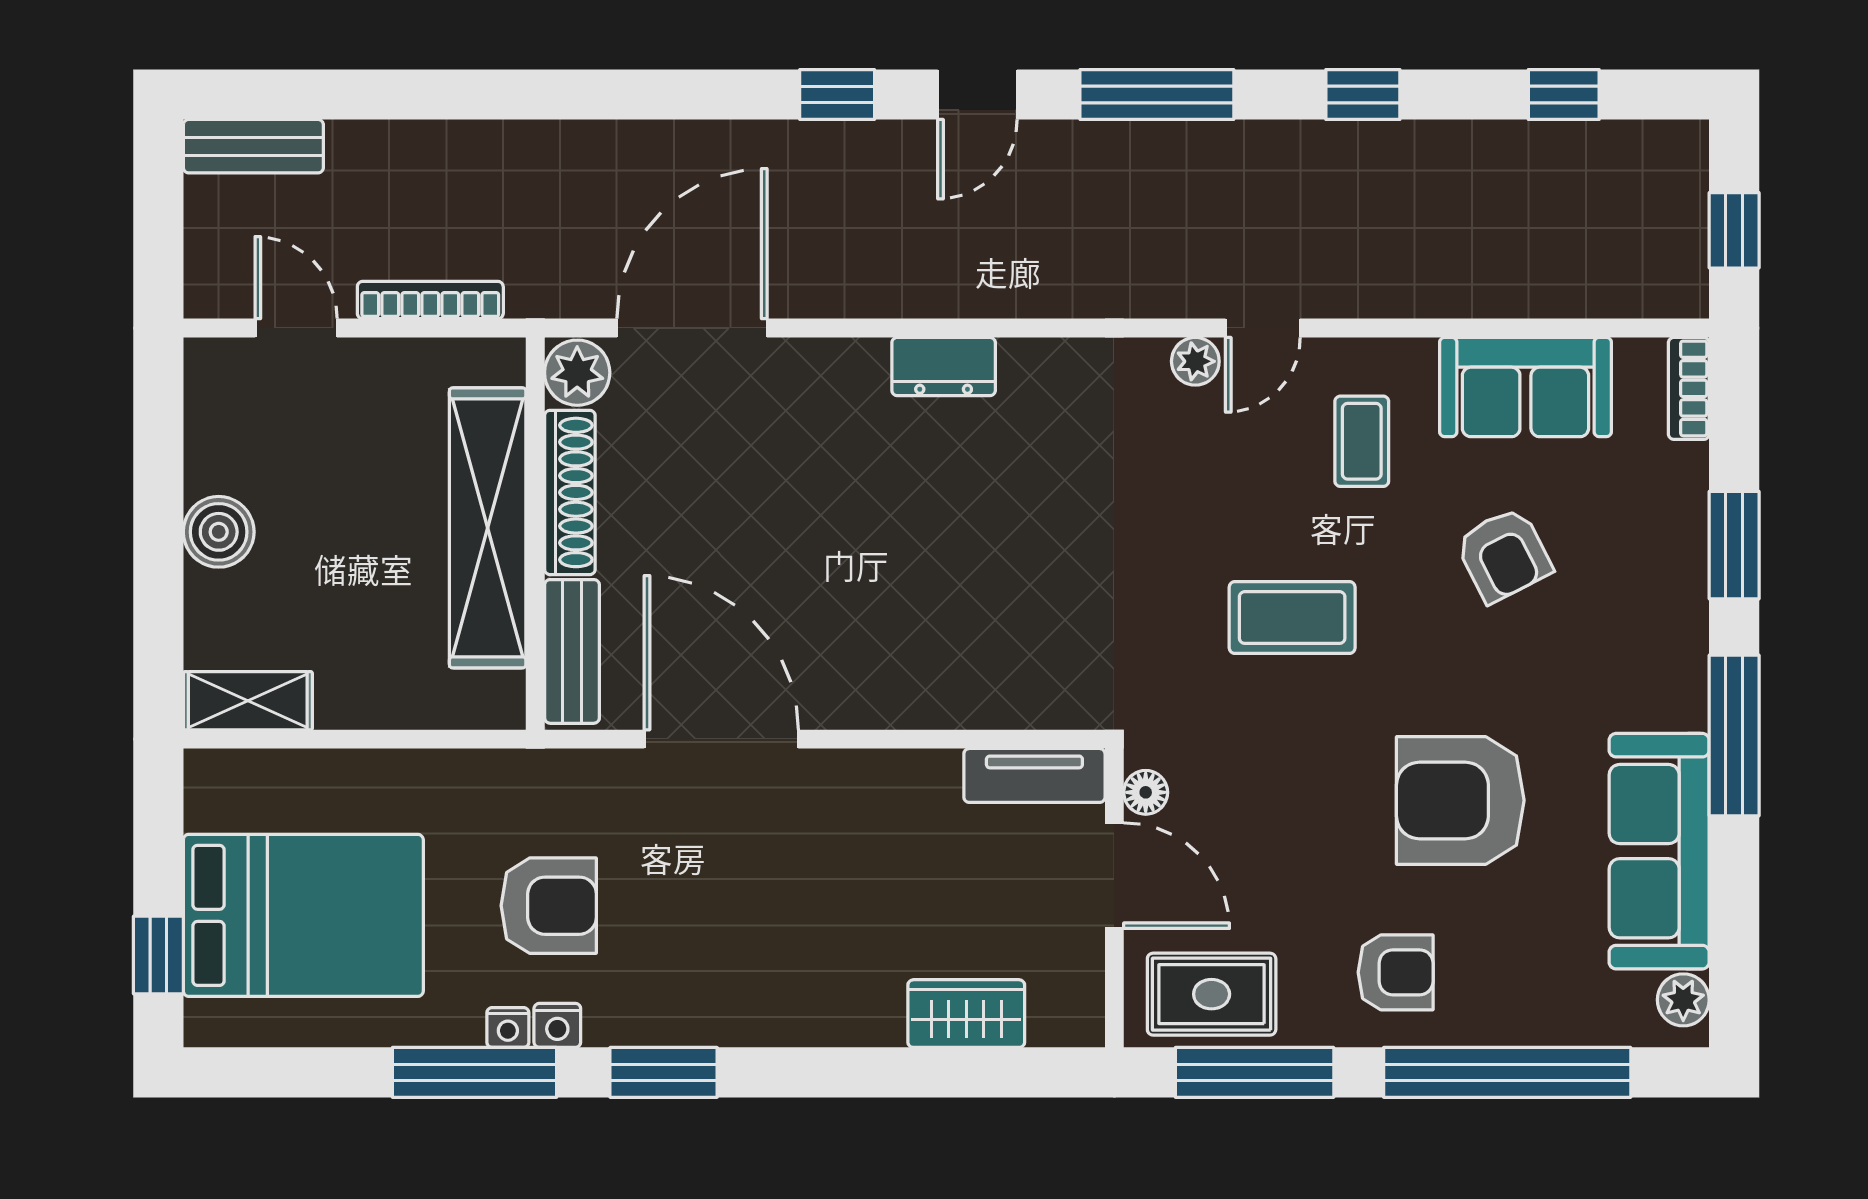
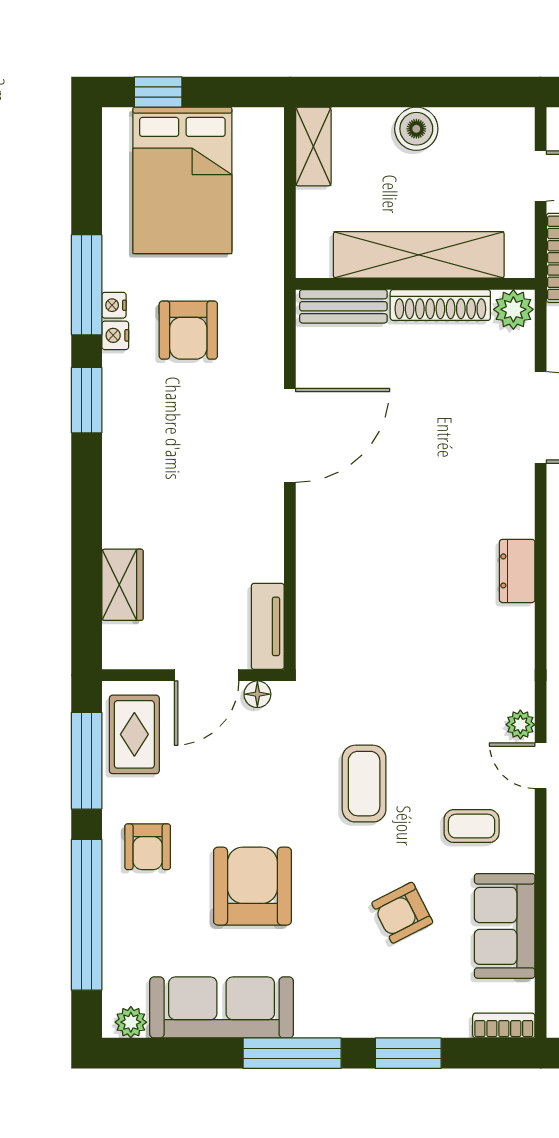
plant: (577, 373) -> (513, 309), moved
shoe rack: (570, 492) -> (440, 305), moved
shelving: (488, 528) -> (419, 255), moved
wall: (535, 534) -> (415, 284), moved
bench: (572, 651) -> (343, 306), moved

